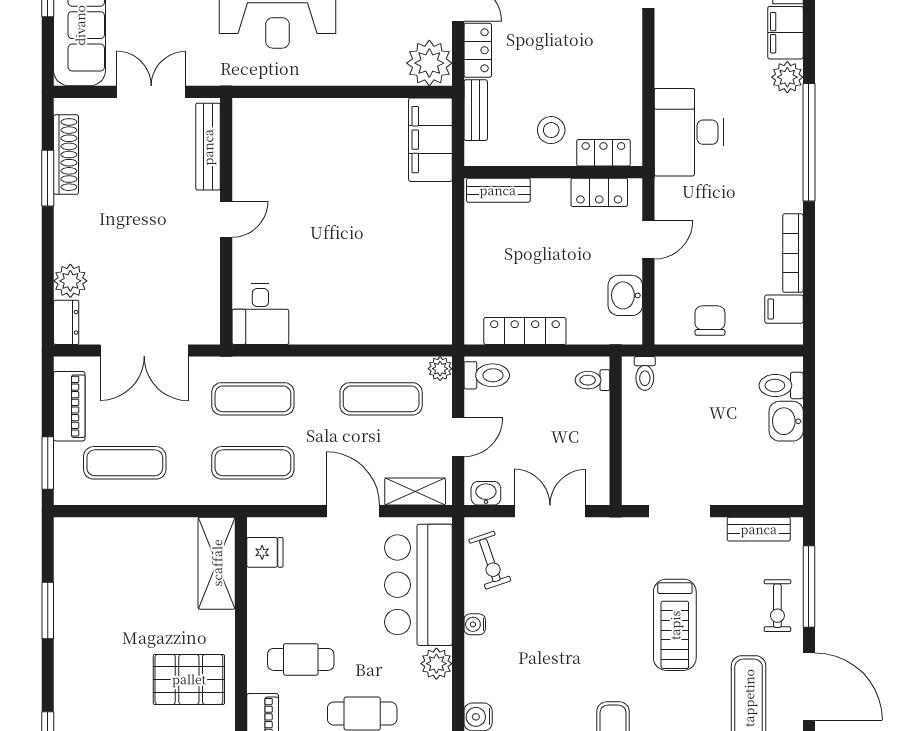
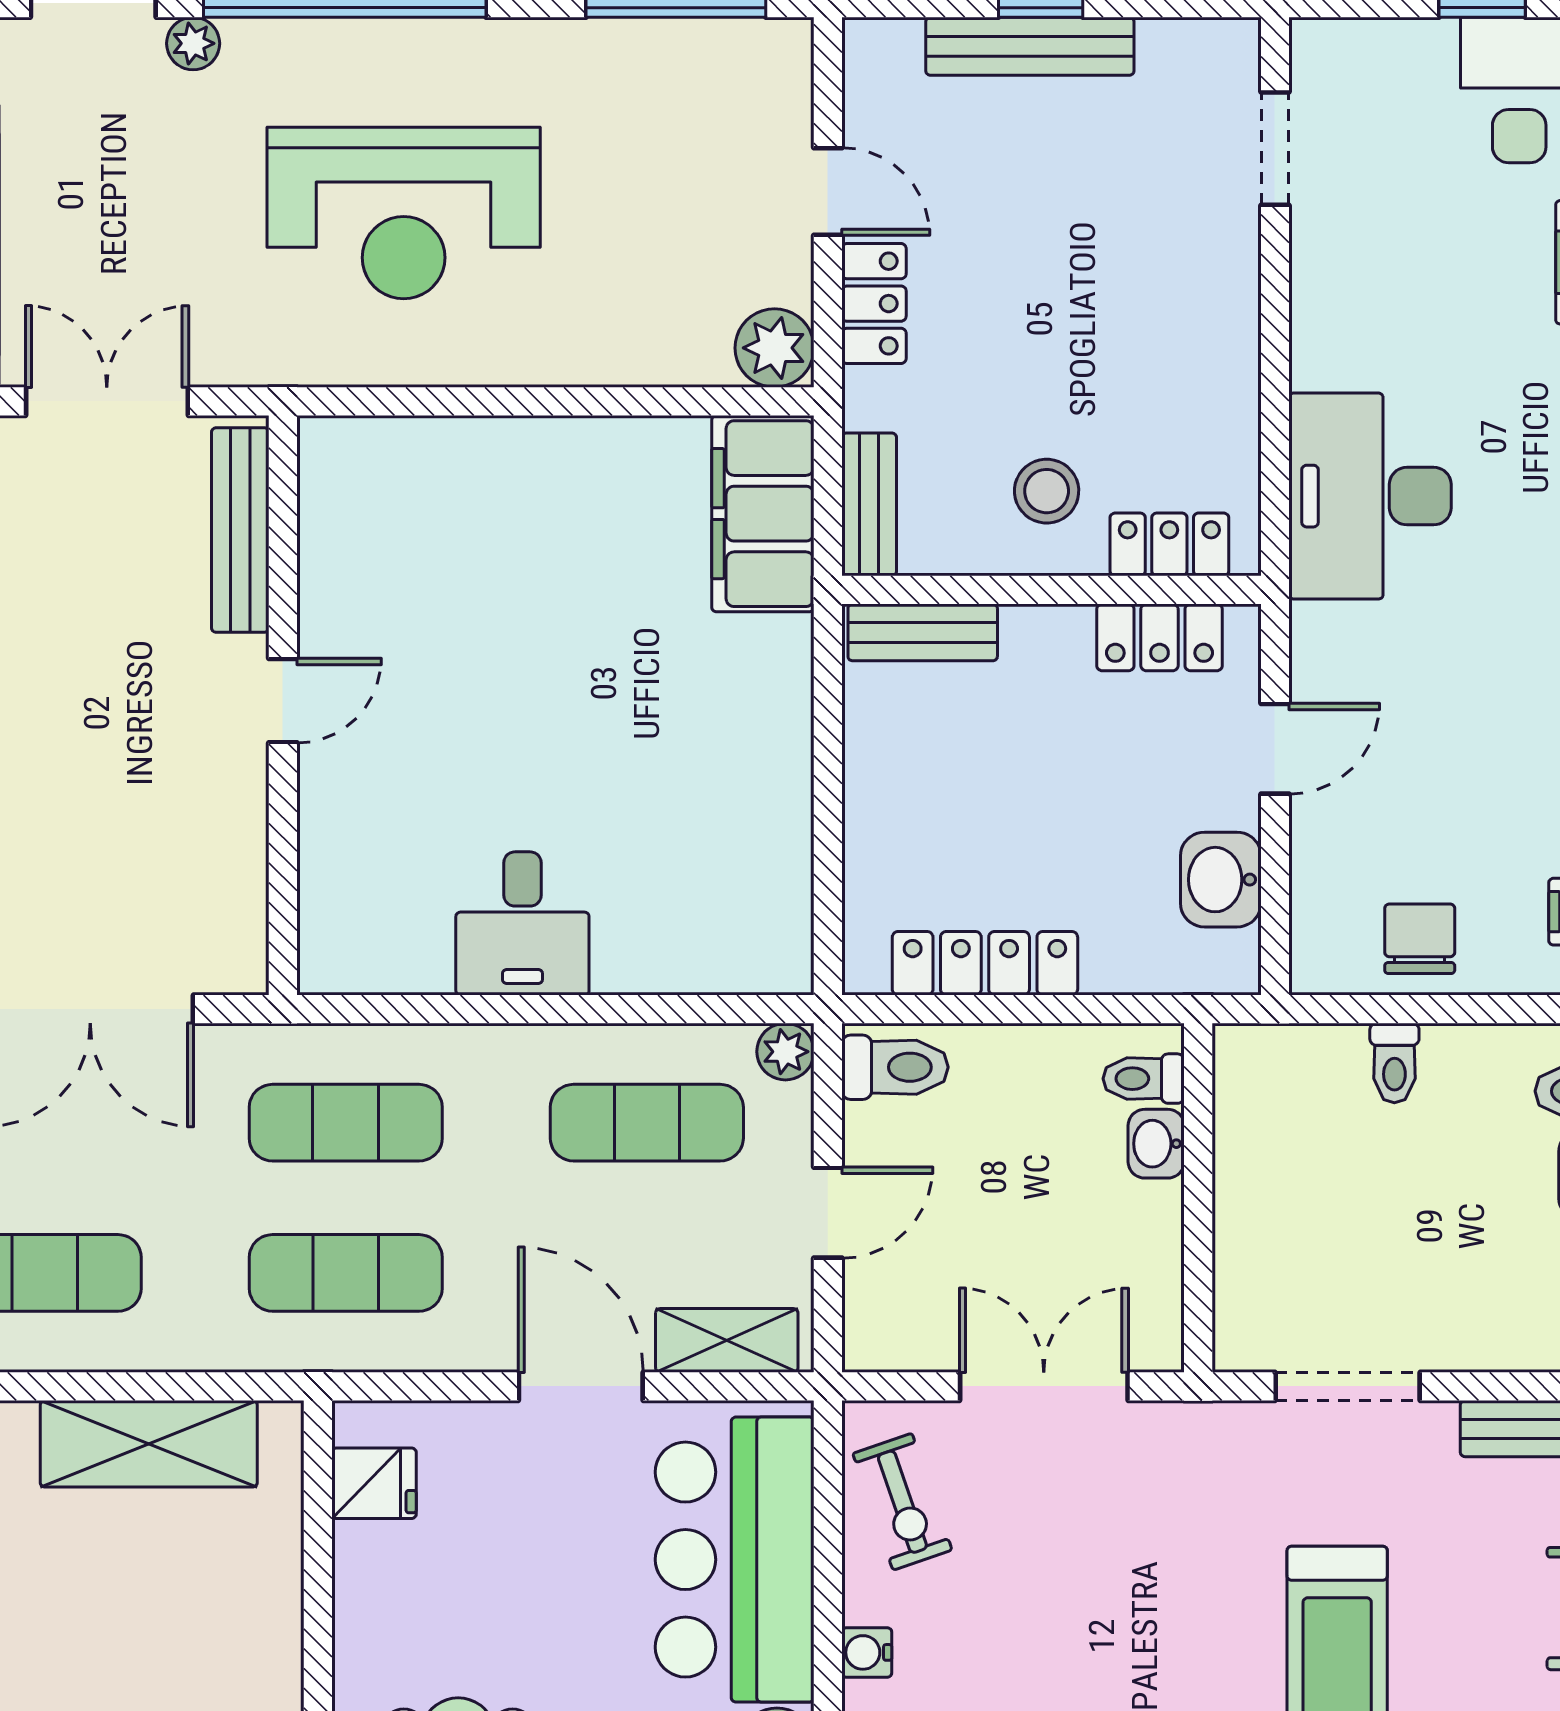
plant: (429, 63) -> (775, 348), width x0.73, depth x0.73
bench: (476, 110) -> (869, 504), moved
desk: (260, 314) -> (522, 923), moved
toilet: (645, 373) -> (1394, 1063), moved
washbasin: (486, 493) -> (1156, 1144), moved, turned -90
shelving: (217, 563) -> (149, 1444), moved, turned 90

